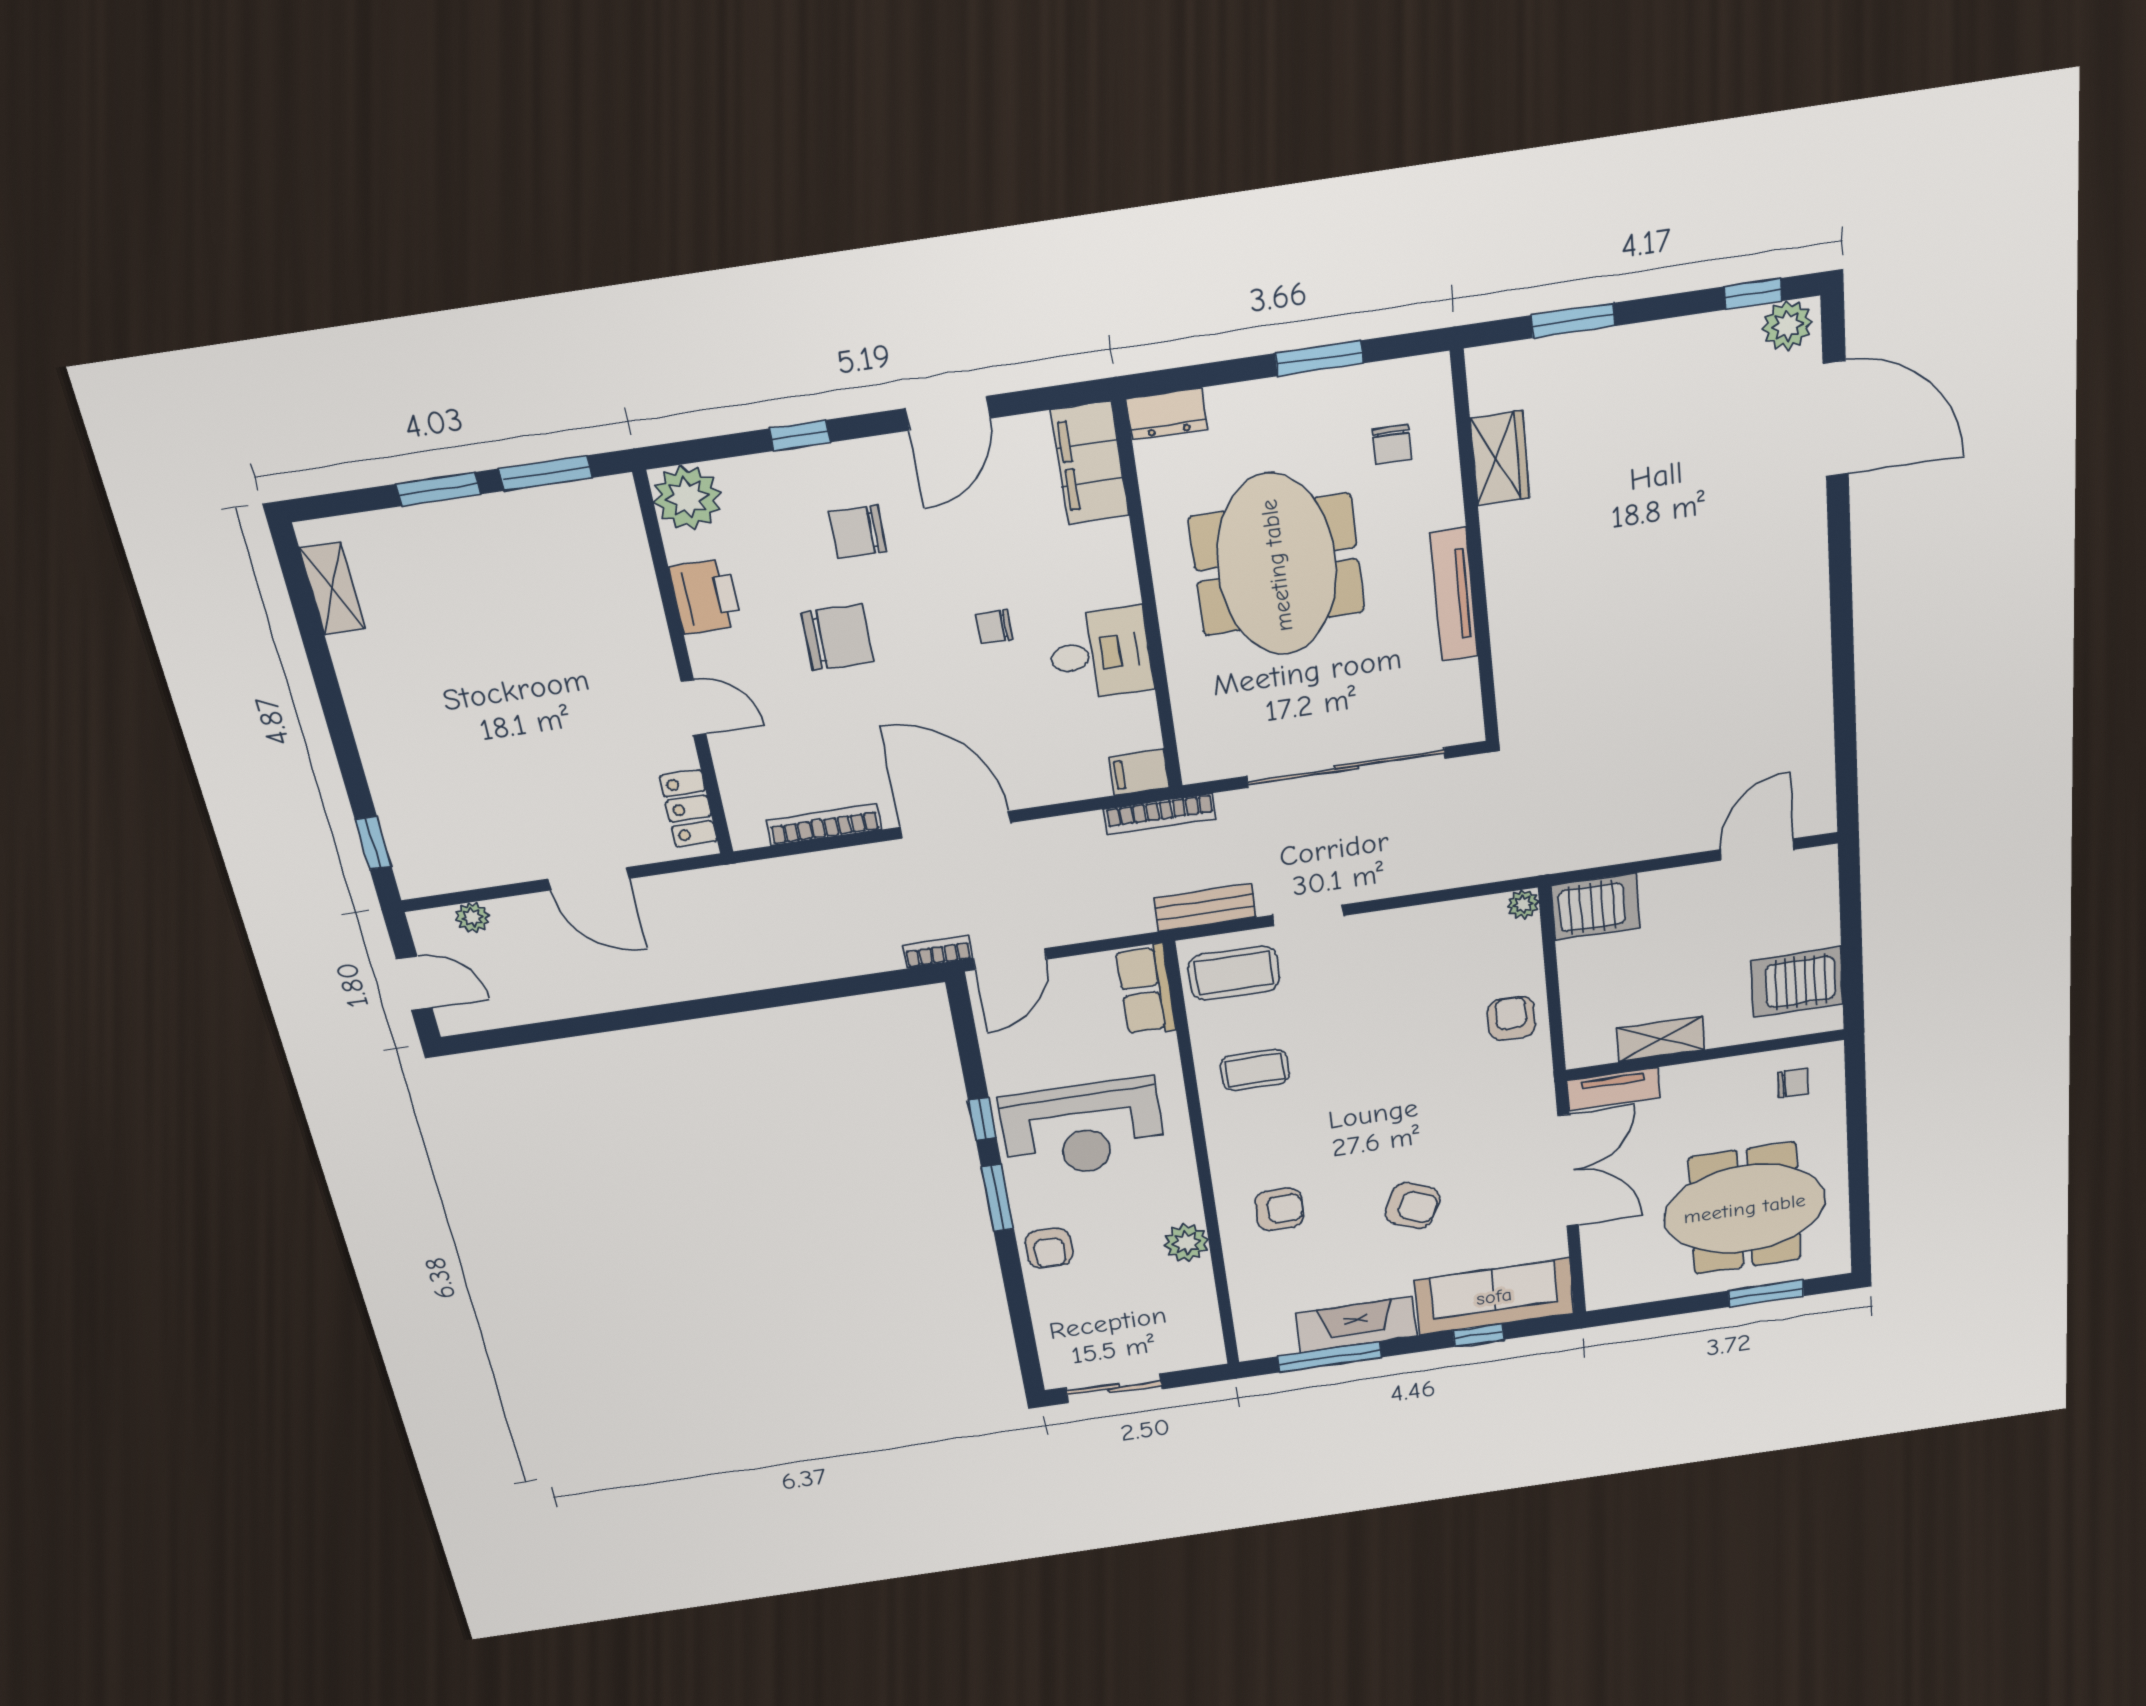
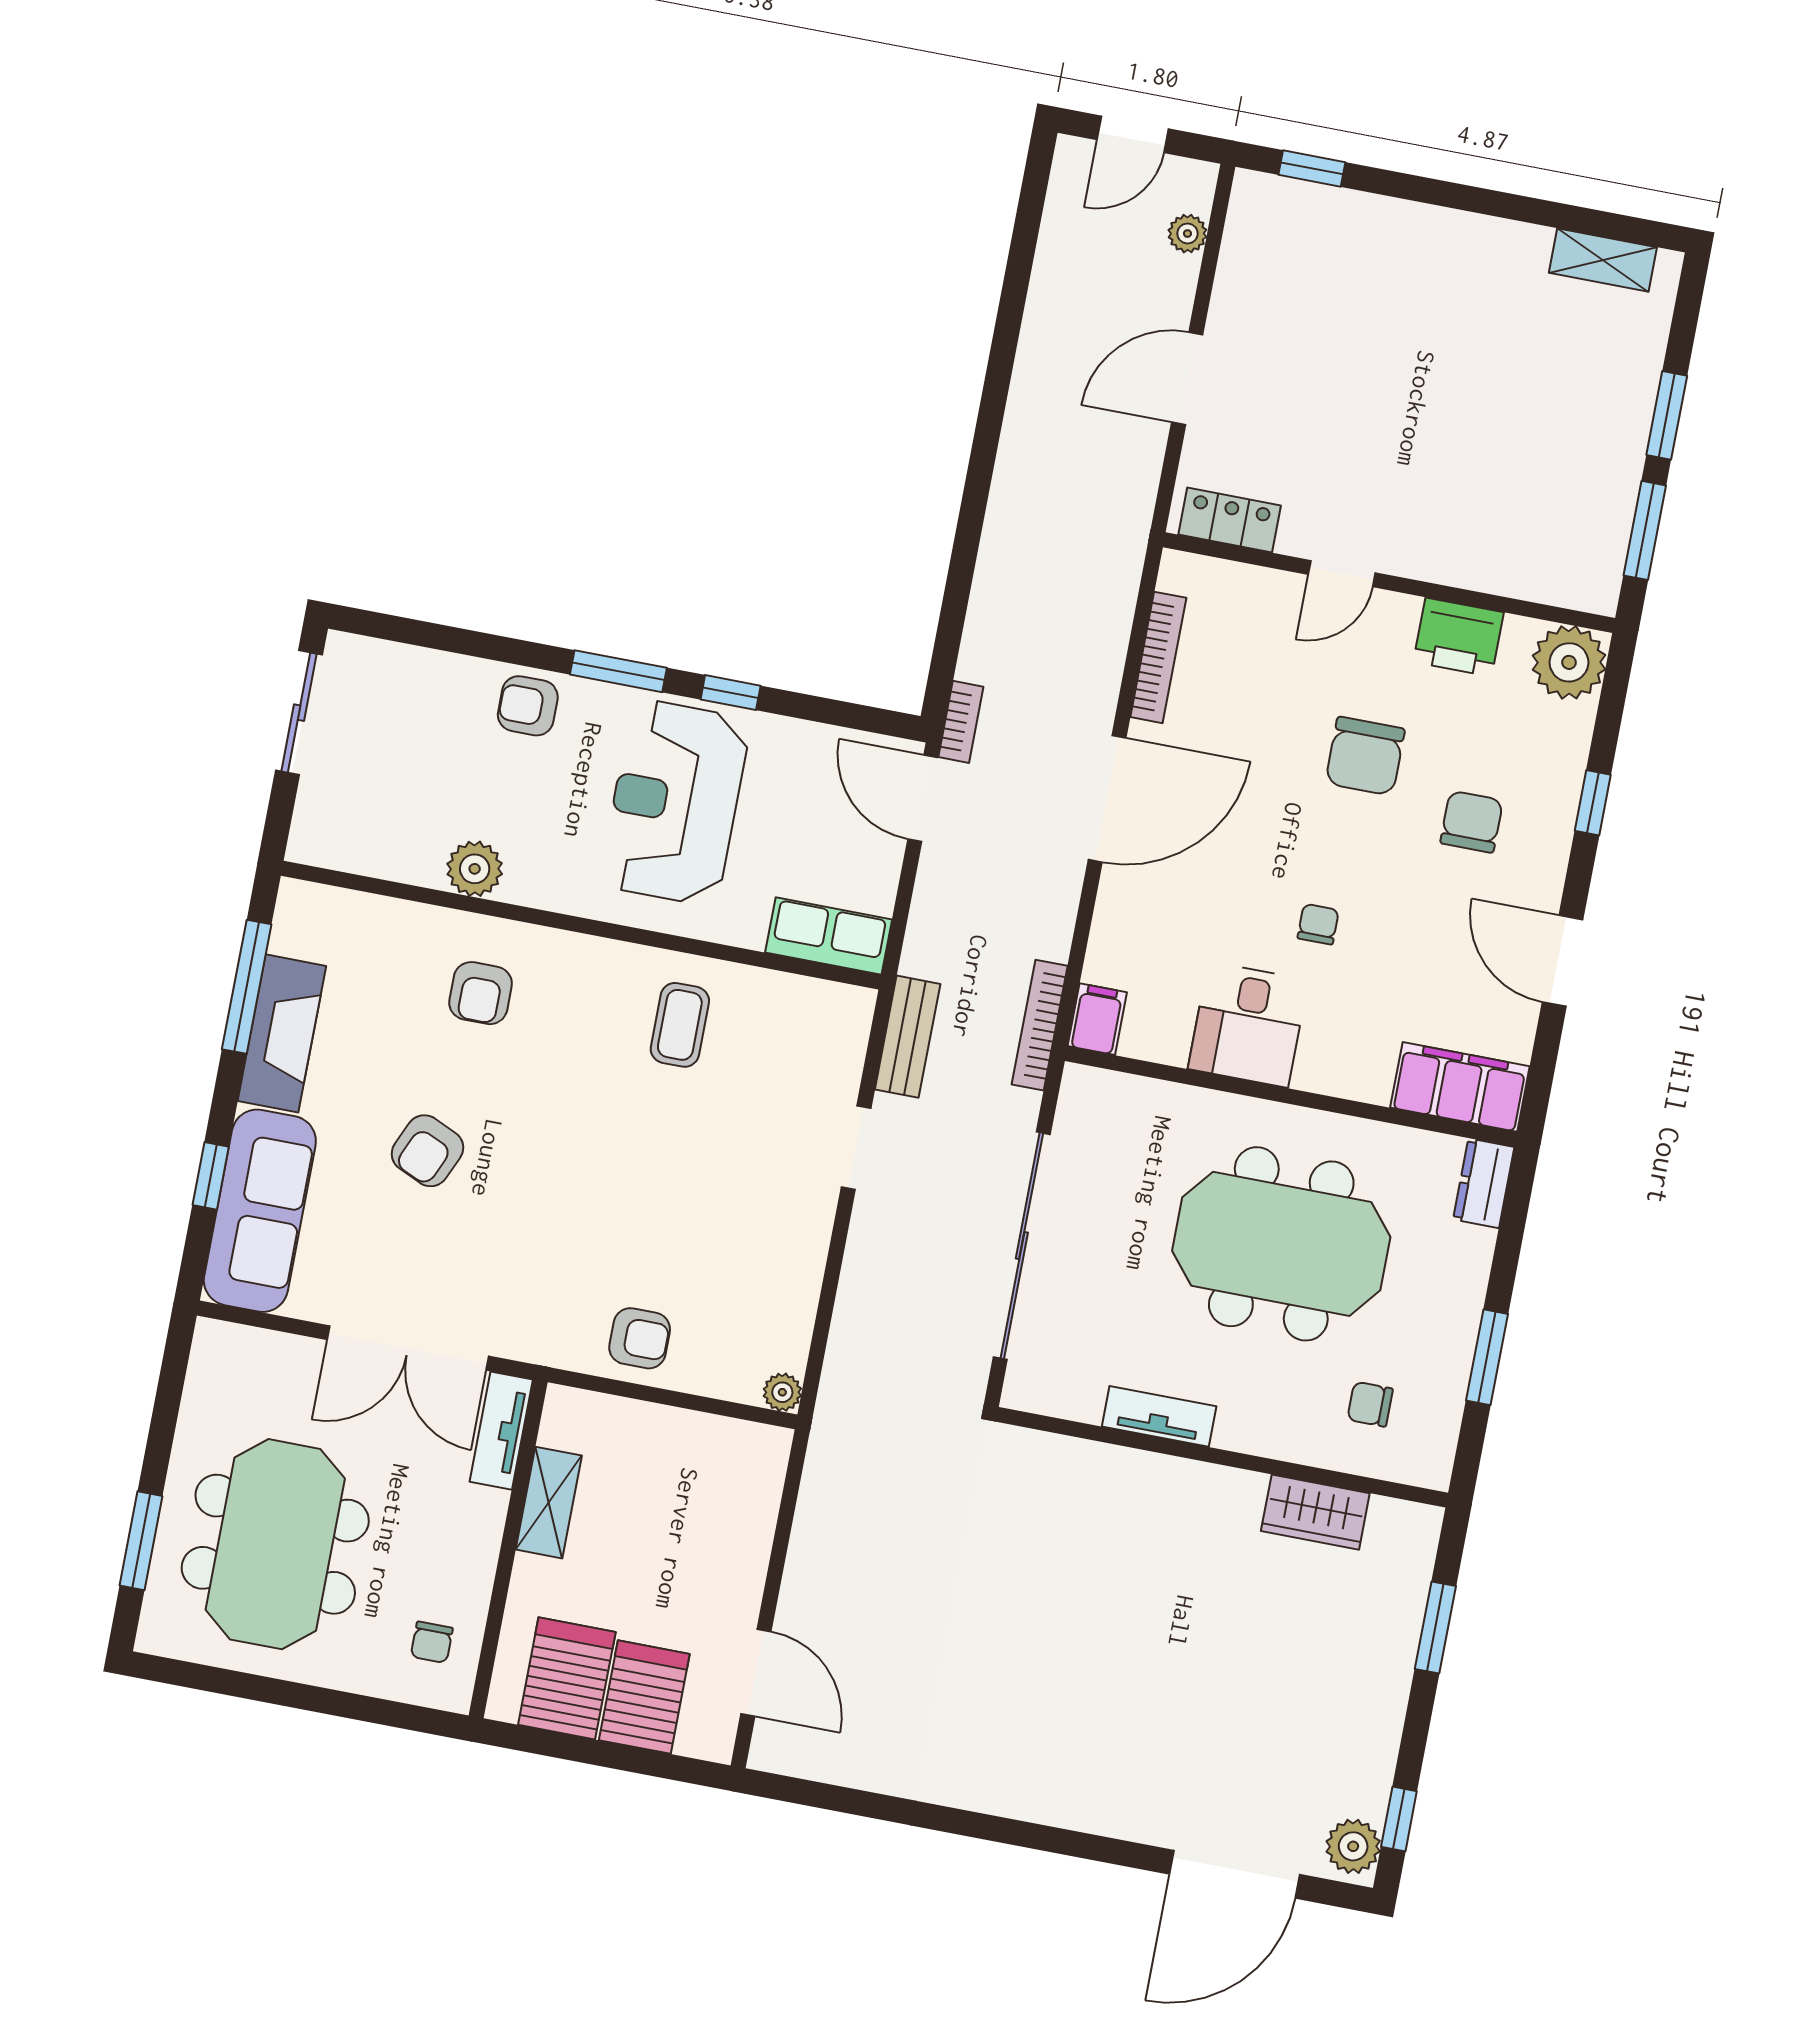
tv unit: (1454, 595) -> (1159, 1416), width x0.71
server rack: (1595, 907) -> (644, 1697), moved, turned 180
coffee table: (1234, 973) -> (814, 1042), removed

